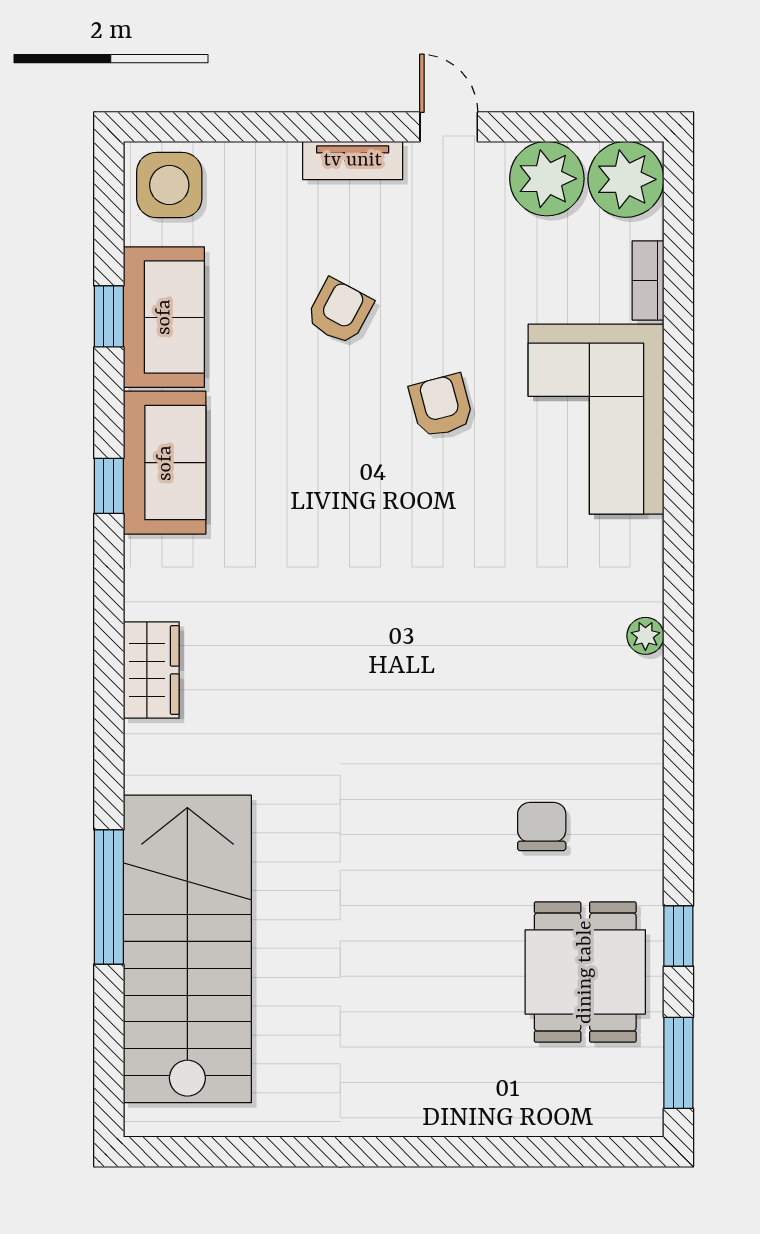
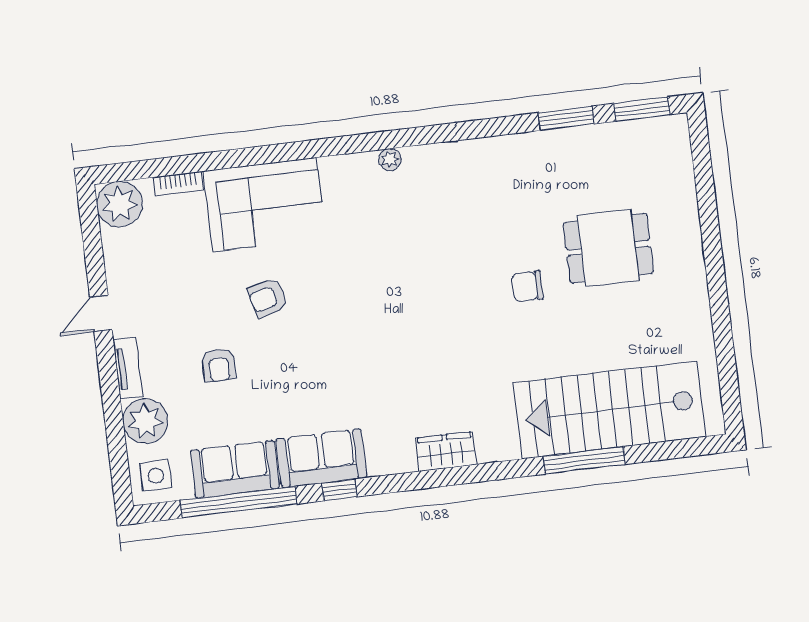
plant: (547, 179) -> (145, 421), moved
side table: (169, 185) -> (156, 476), width x0.73, depth x0.73
armchair: (340, 311) -> (219, 365), turned -118
window: (109, 316) -> (238, 502), width x3.17
chair: (542, 827) -> (528, 286), moved
window: (678, 936) -> (566, 118), width x1.50
dining table: (585, 972) -> (608, 248), moved

